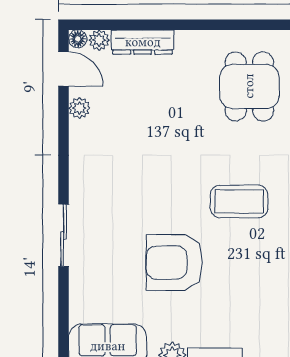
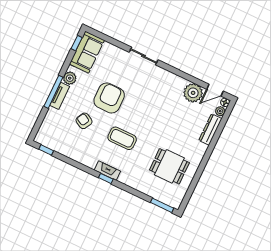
plant: (79, 108) -> (193, 93), width x1.87, depth x1.87
coffee table: (239, 201) -> (122, 138), turned 90
armchair: (240, 289) -> (84, 121), added

